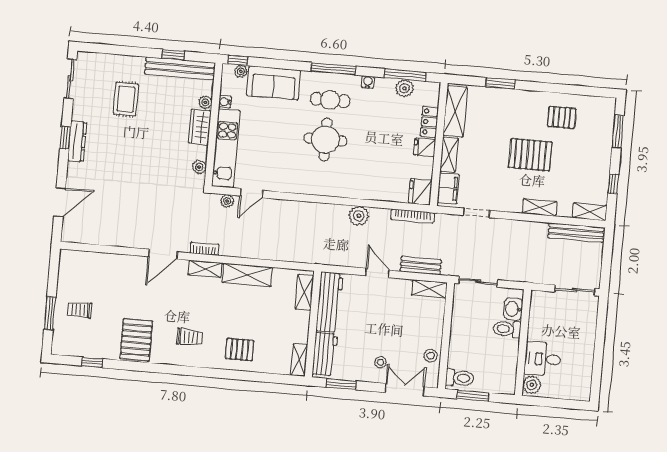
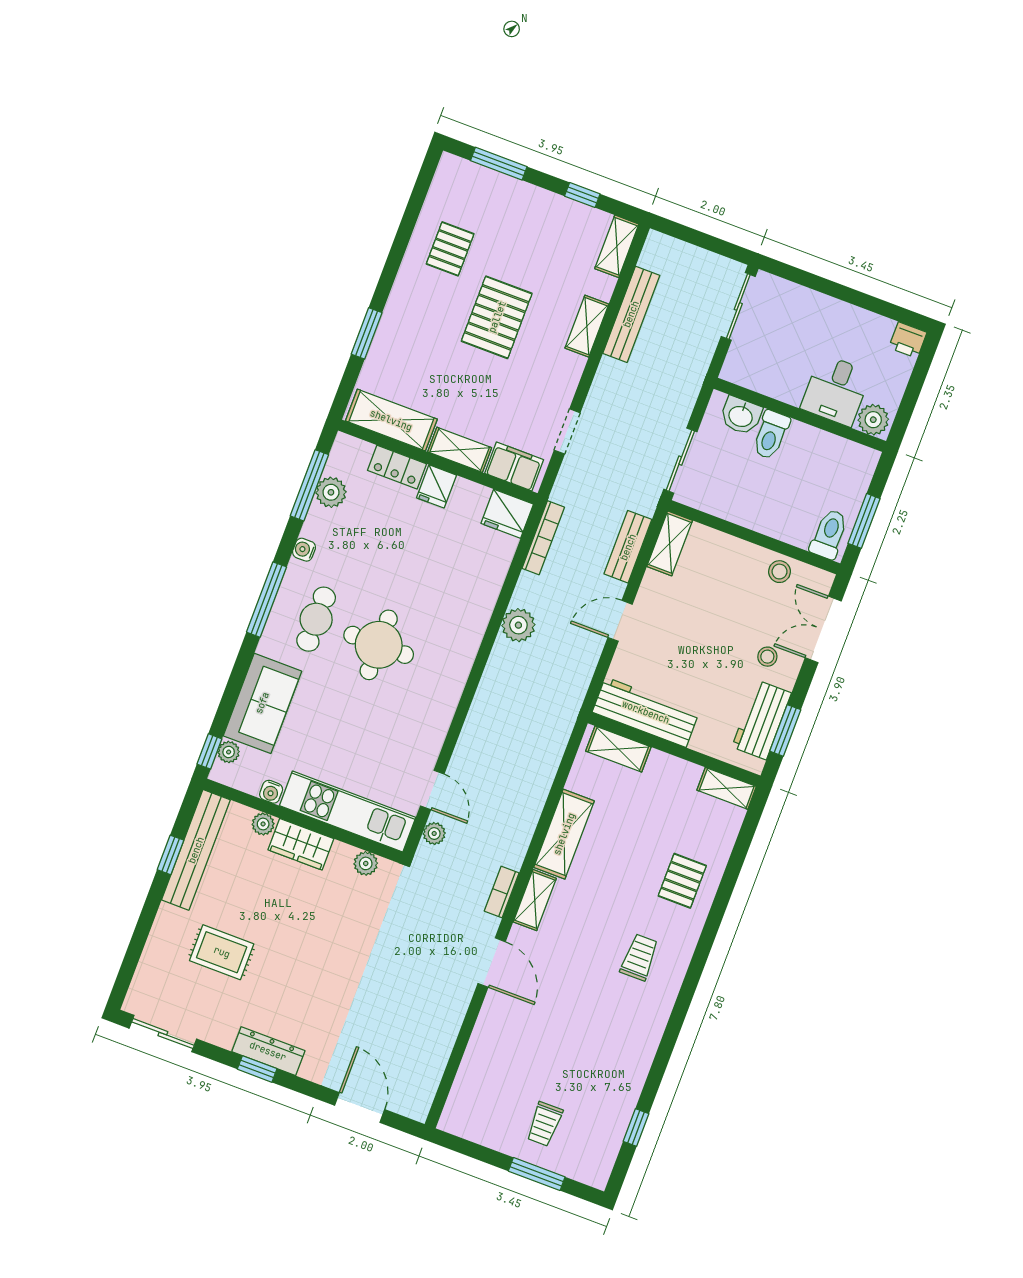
bench: (576, 233) -> (631, 314), moved
pallet: (136, 340) -> (619, 1045), removed
workbench: (325, 354) -> (762, 720), moved, turned -90
printer: (583, 392) -> (908, 340), added

